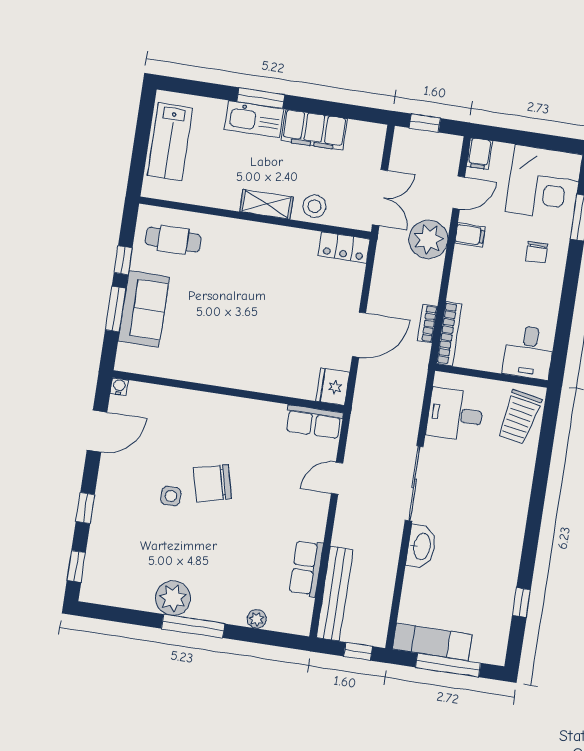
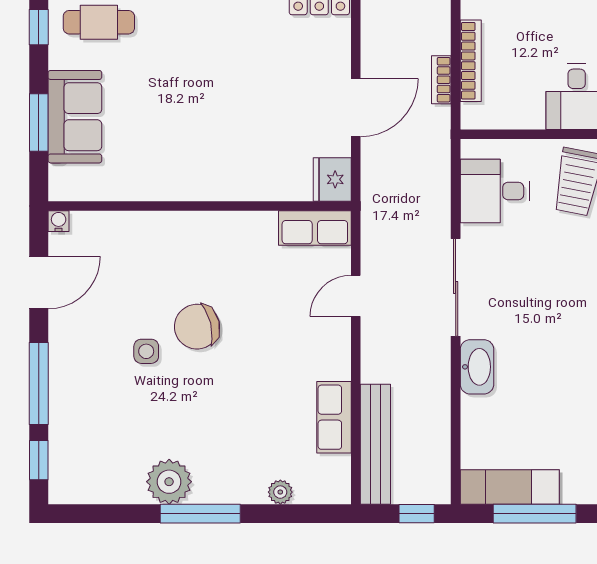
window: (123, 260) -> (39, 27), moved
bookcase: (449, 334) -> (471, 61), moved
window: (85, 508) -> (39, 383), width x2.17

